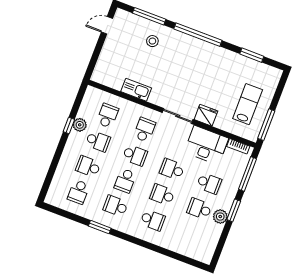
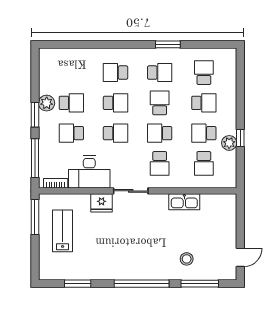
lab bench: (248, 104) -> (63, 231), turned 180

